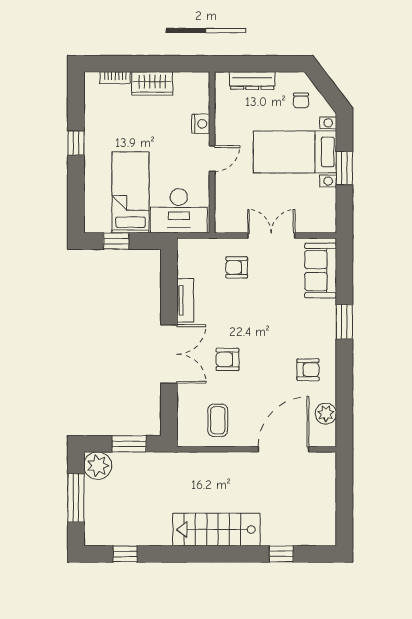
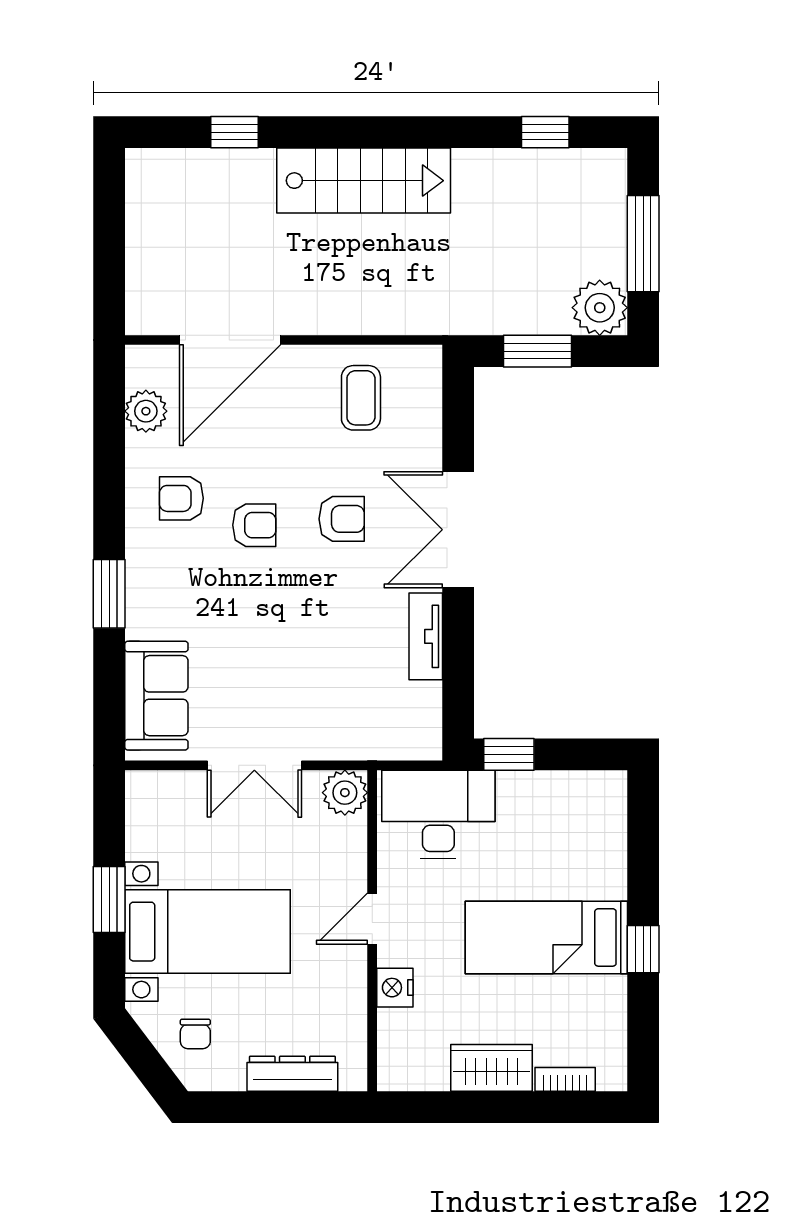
chair: (301, 101) -> (195, 1034), turned 180
bed: (131, 192) -> (546, 937), moved, turned 90
plant: (226, 222) -> (345, 793), added
window: (116, 241) -> (509, 754), moved
armchair: (237, 267) -> (254, 525), moved

